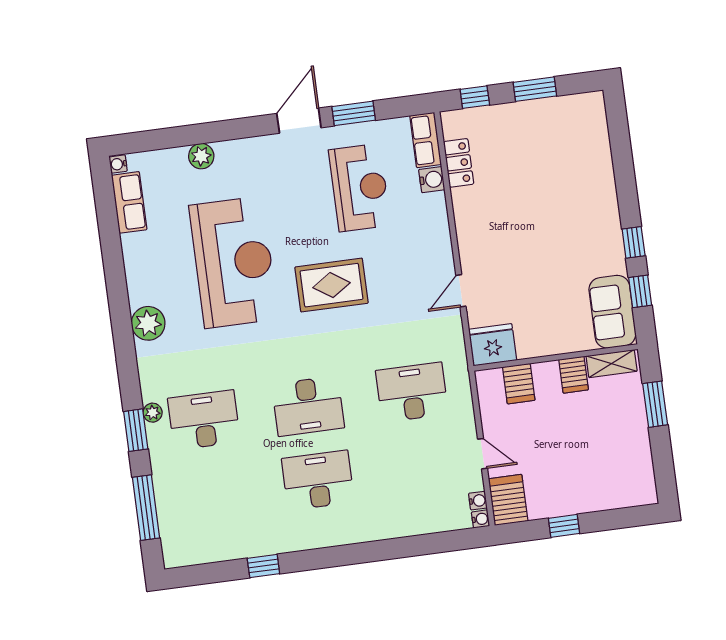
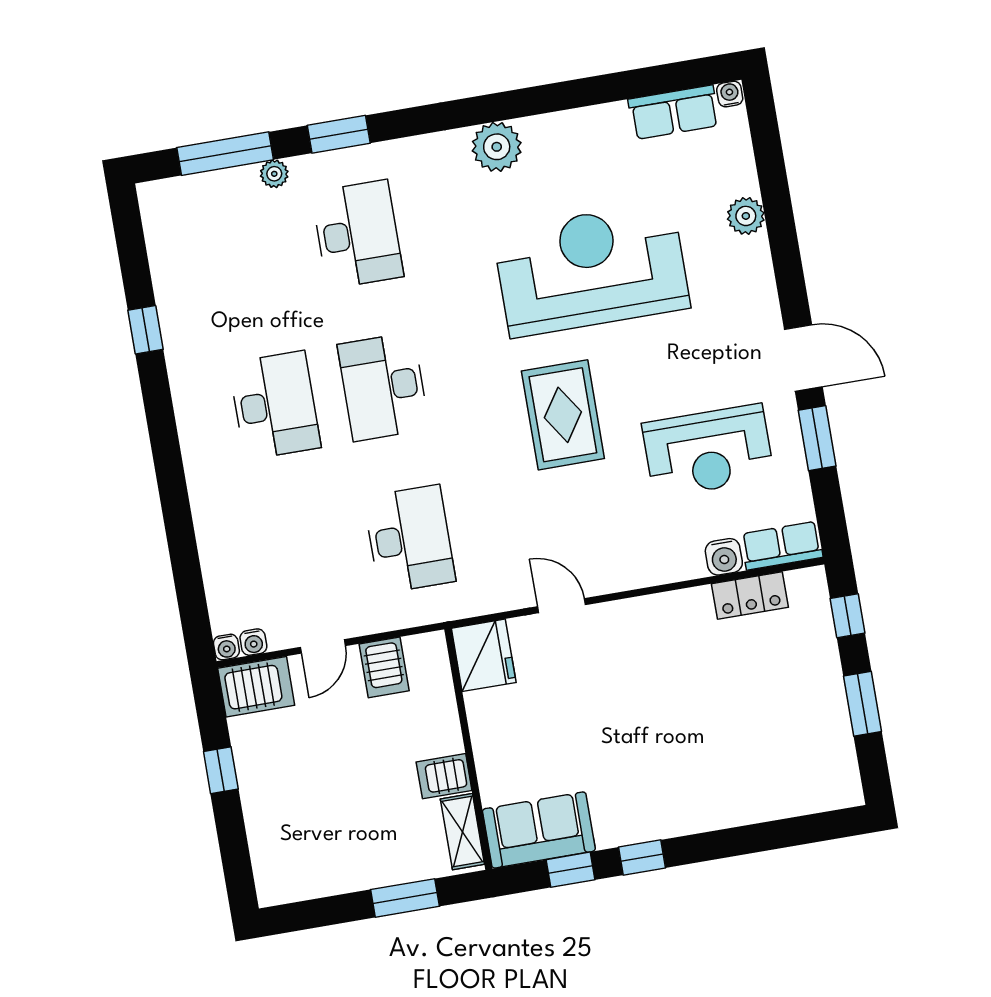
reception desk: (234, 262) -> (591, 269), turned 180
server rack: (519, 384) -> (384, 667), moved, turned -90
plant: (153, 413) -> (274, 174), moved

